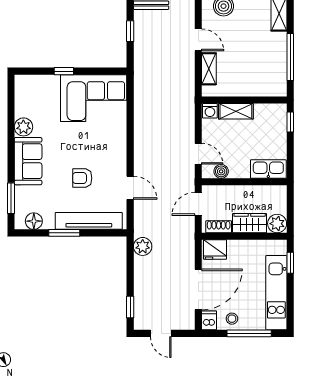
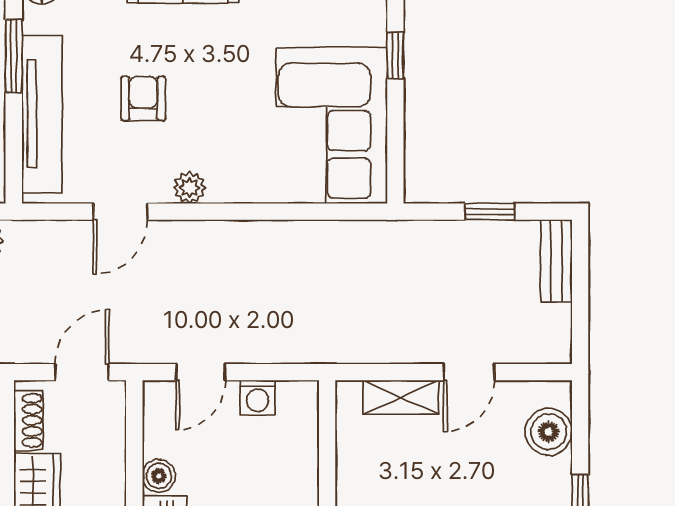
washing machine: (210, 111) -> (258, 398), moved, turned -90
shelving: (236, 111) -> (301, 461), removed
plant: (120, 158) -> (190, 188), added
boiler: (221, 171) -> (159, 476), moved
door: (198, 204) -> (82, 372), hinge flipped

